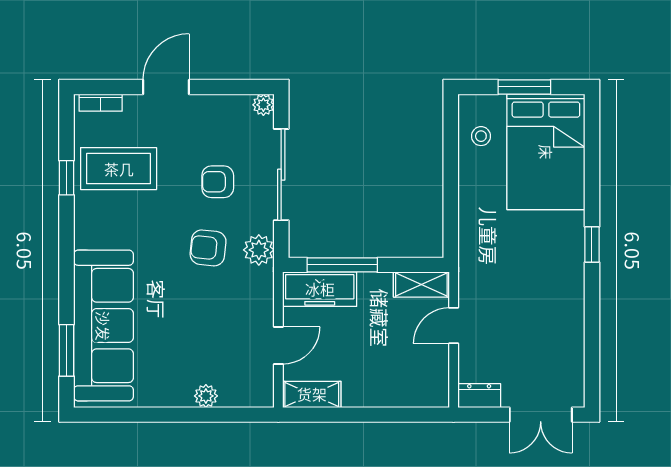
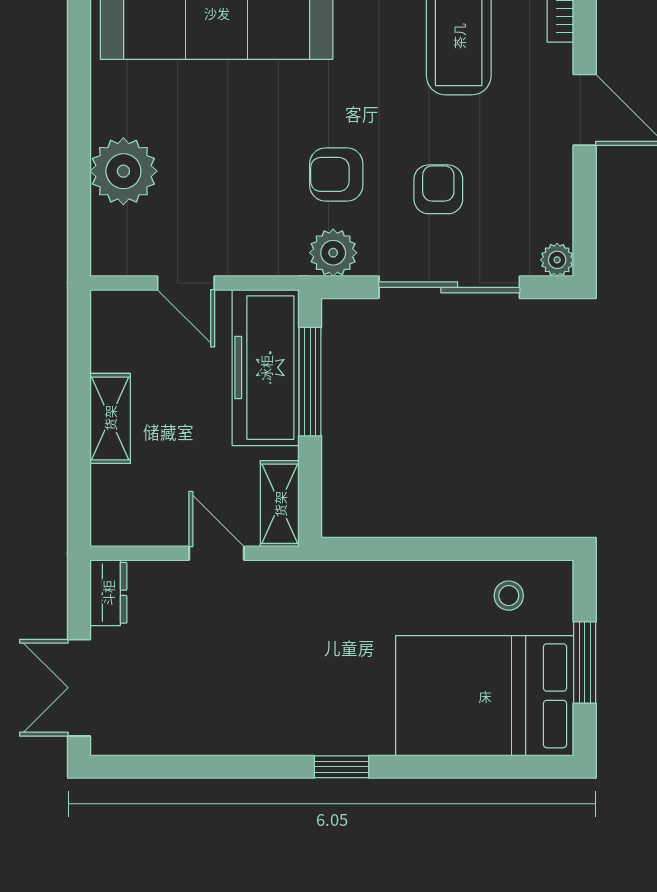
armchair: (208, 248) -> (336, 174), turned -96
freezer: (320, 289) -> (266, 368), width x1.36, depth x1.26
shelving: (312, 394) -> (110, 418), moved
plant: (206, 396) -> (123, 171), width x1.87, depth x1.87

